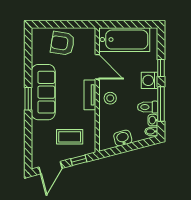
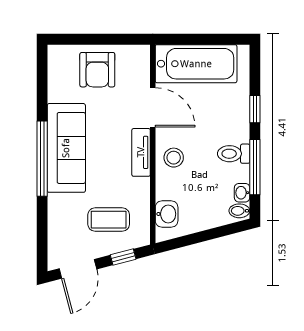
armchair: (63, 43) -> (97, 70), turned -99
washing machine: (149, 80) -> (237, 129), removed
window: (28, 99) -> (42, 159), width x2.11
toilet: (148, 107) -> (234, 154), moved
washbasin: (123, 138) -> (167, 214), moved, turned 105

